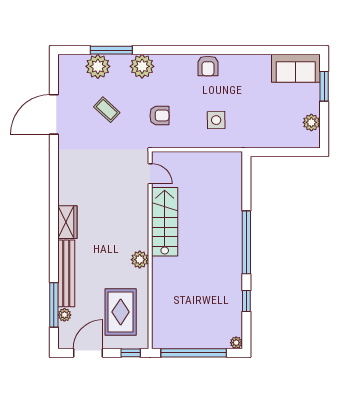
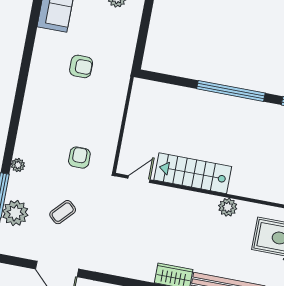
plant: (142, 66) -> (18, 165), width x0.53, depth x0.53
armchair: (208, 66) -> (81, 66), moved
side table: (216, 120) -> (96, 99), removed

